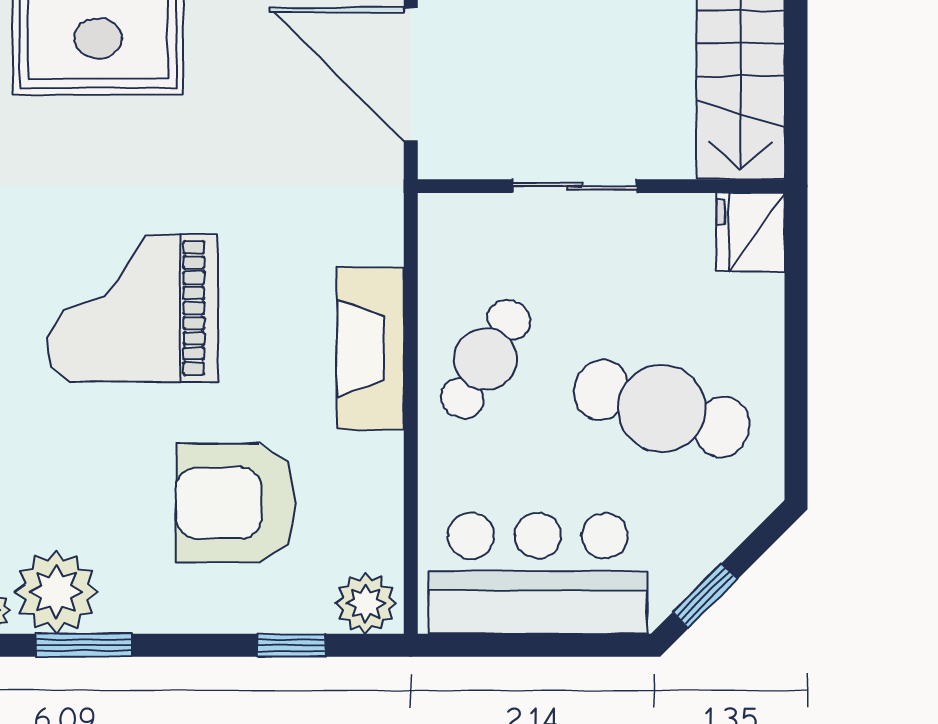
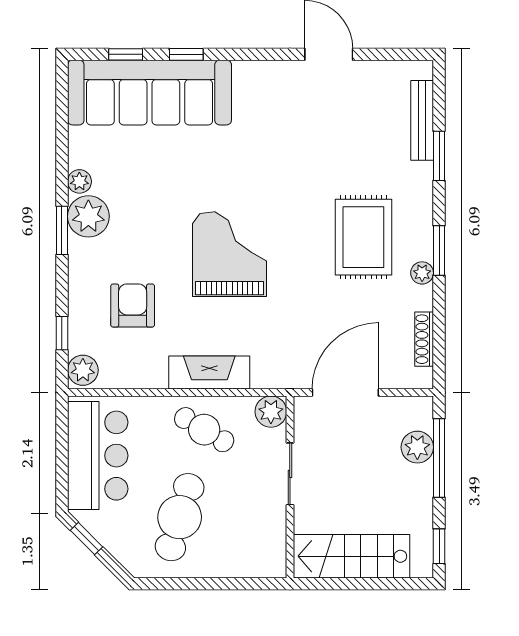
plant: (449, 225) -> (271, 412), added
fridge: (751, 232) -> (267, 561), removed
armchair: (236, 503) -> (133, 306), width x0.73, depth x0.73

